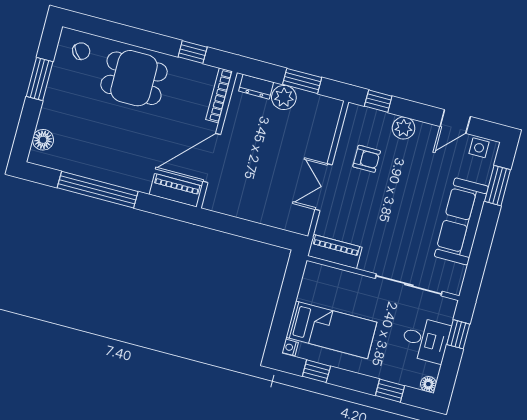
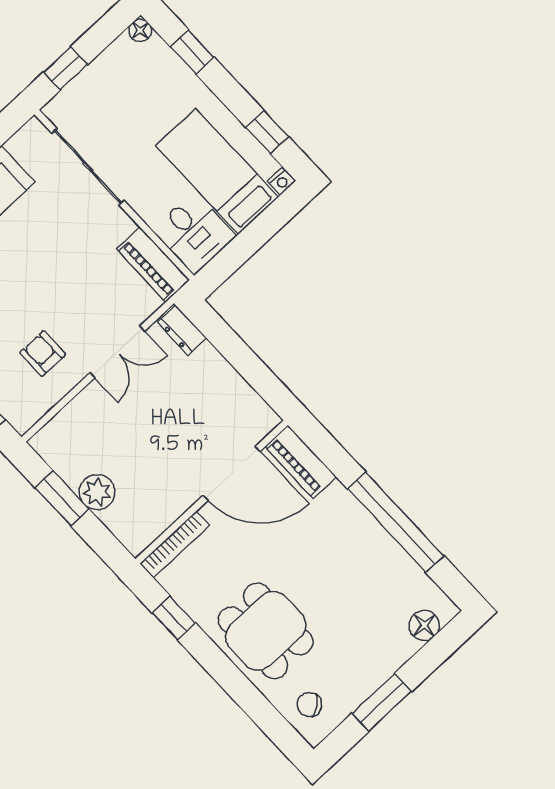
dresser: (256, 87) -> (182, 330), moved, turned 180
desk: (426, 340) -> (194, 233), moved, turned 180

